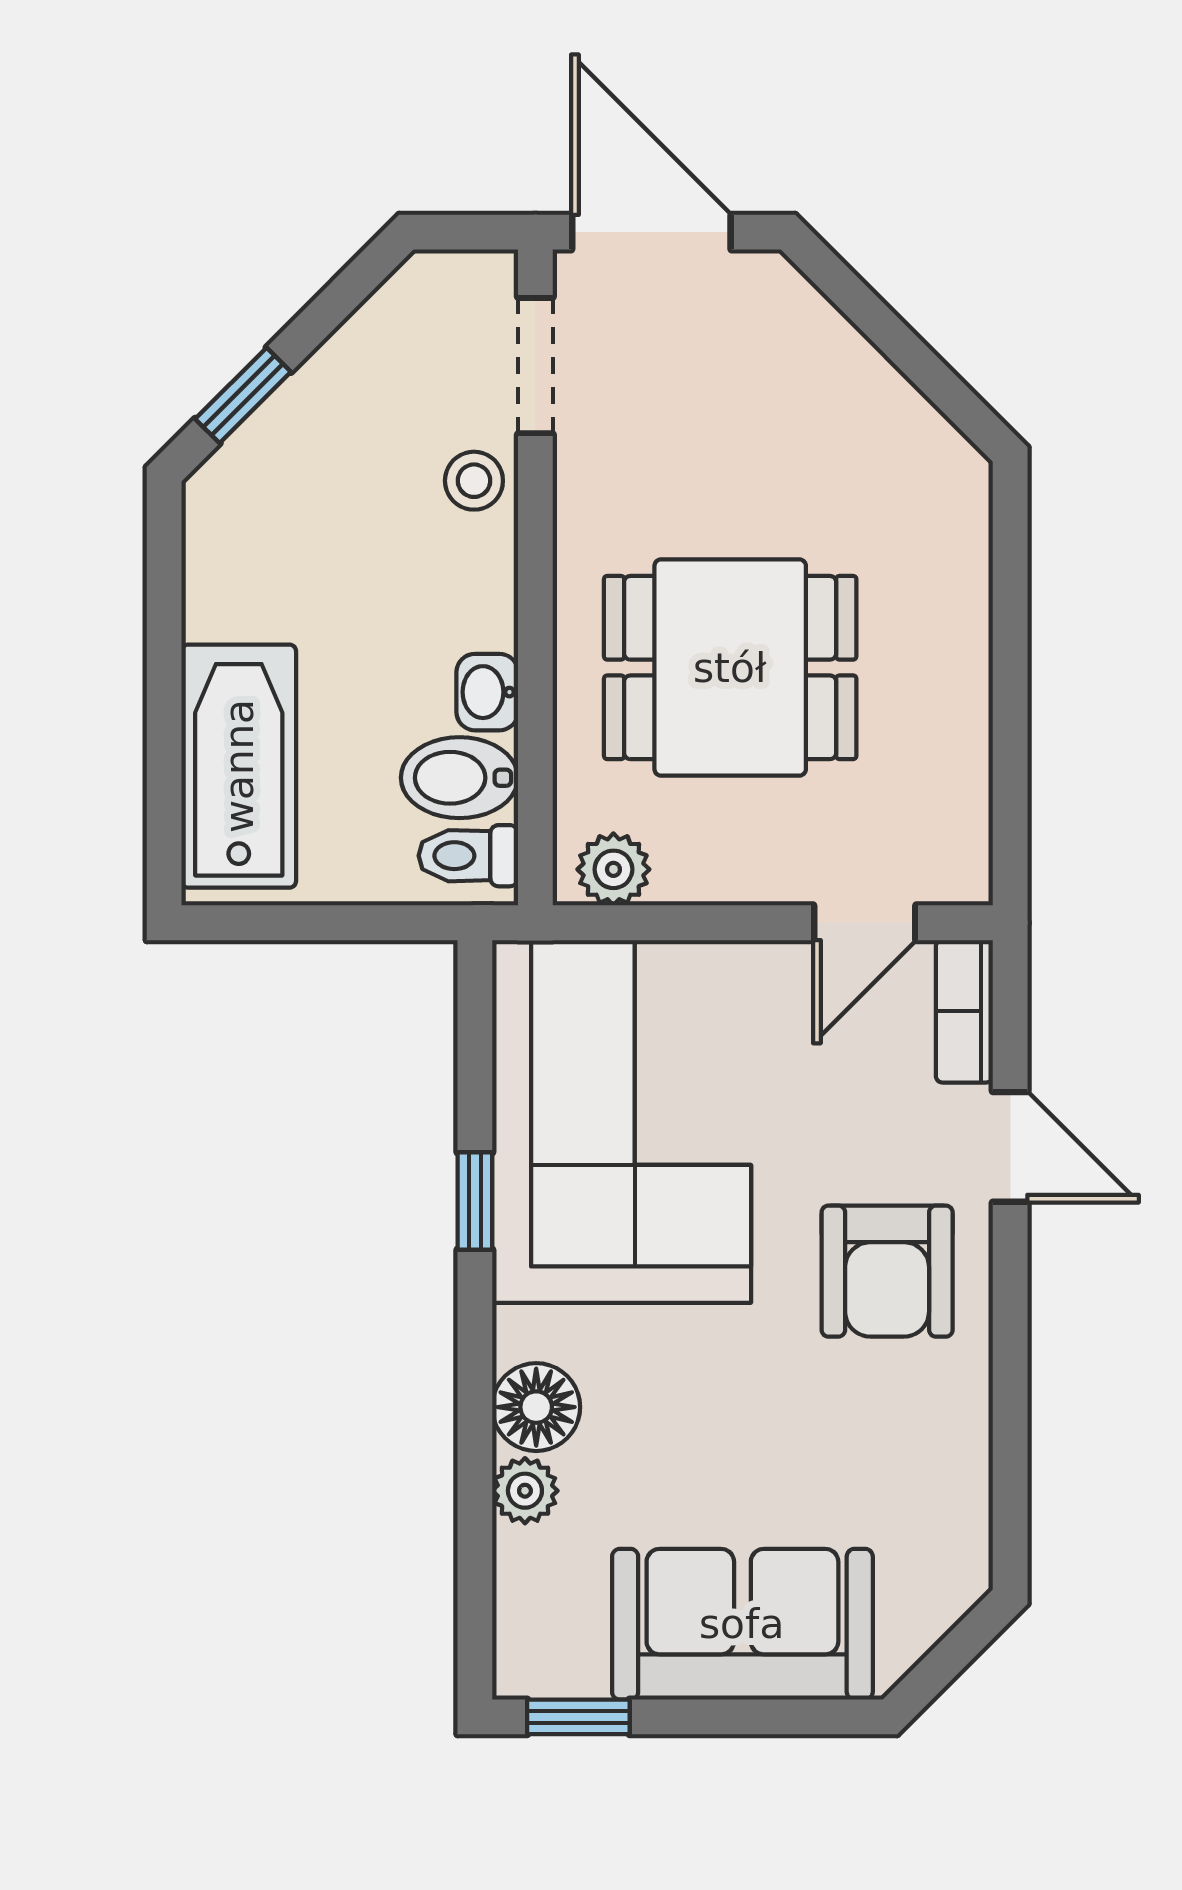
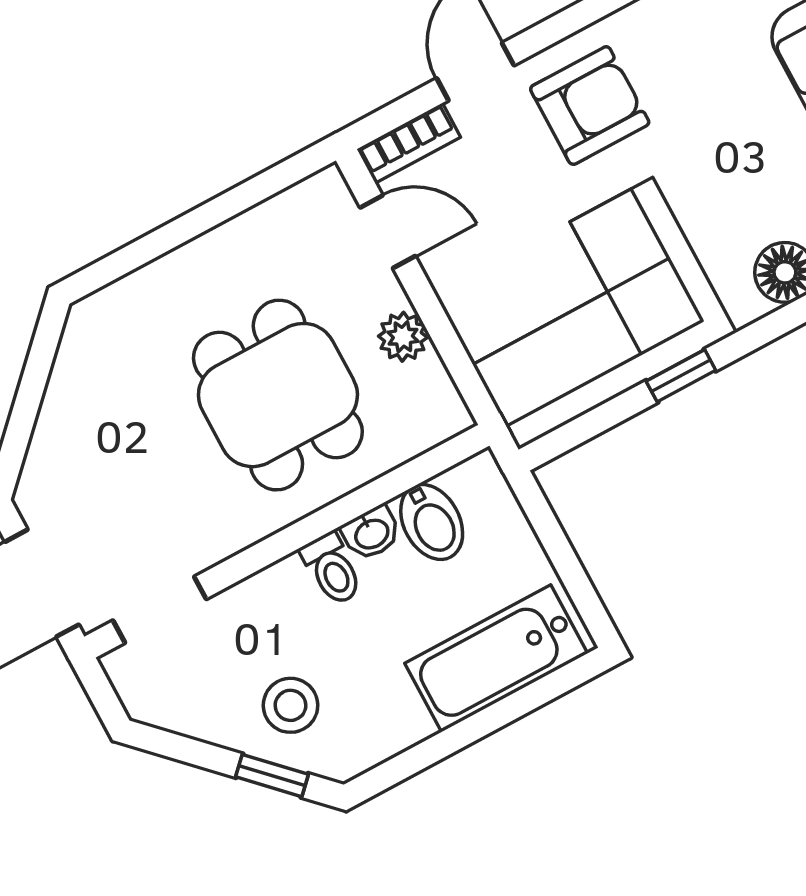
stool: (474, 481) -> (291, 705), moved, width x1.37, depth x1.37
toilet: (468, 856) -> (332, 569), moved
plant: (613, 869) -> (403, 337), moved

